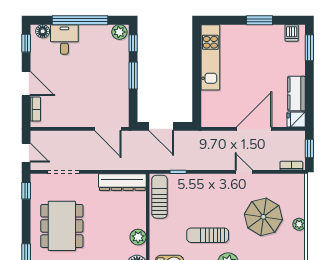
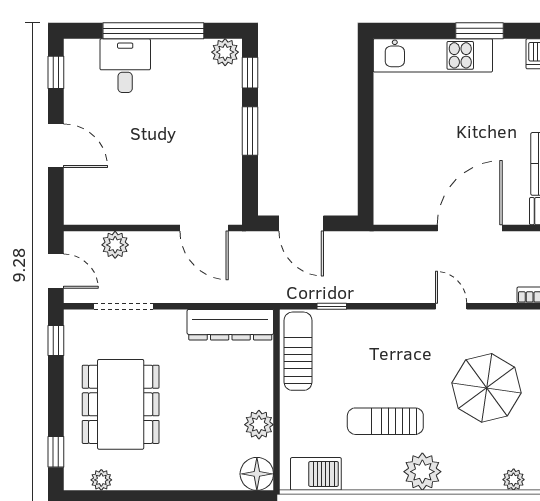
floor lamp: (43, 31) -> (86, 51), removed
kitchen unit: (210, 57) -> (433, 55), moved, turned 90
bookcase: (35, 109) -> (73, 192), removed
plant: (59, 138) -> (115, 245), added

